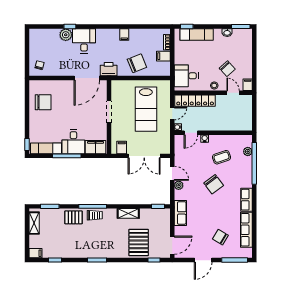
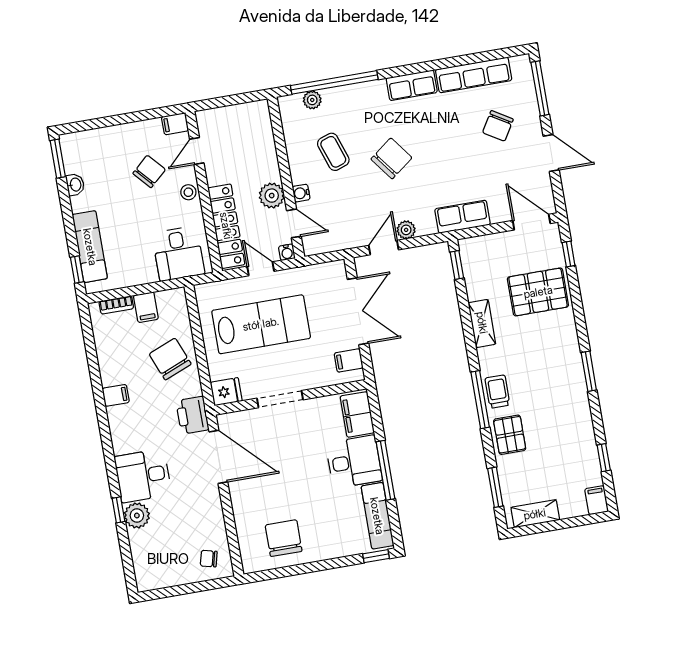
fridge: (117, 87) -> (226, 392), added
plant: (206, 125) -> (272, 196), added

